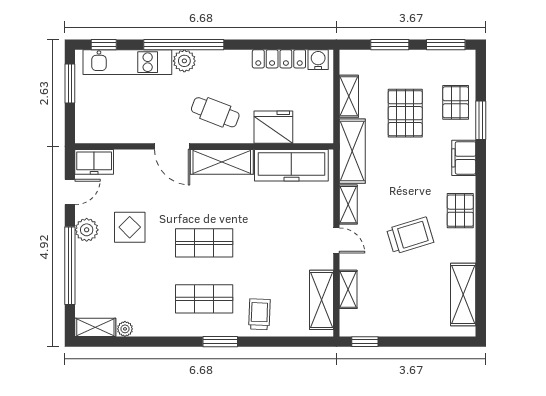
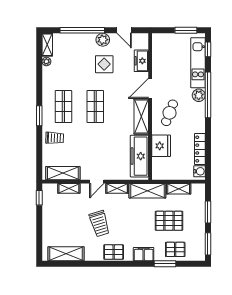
freezer: (94, 162) -> (141, 61), moved

